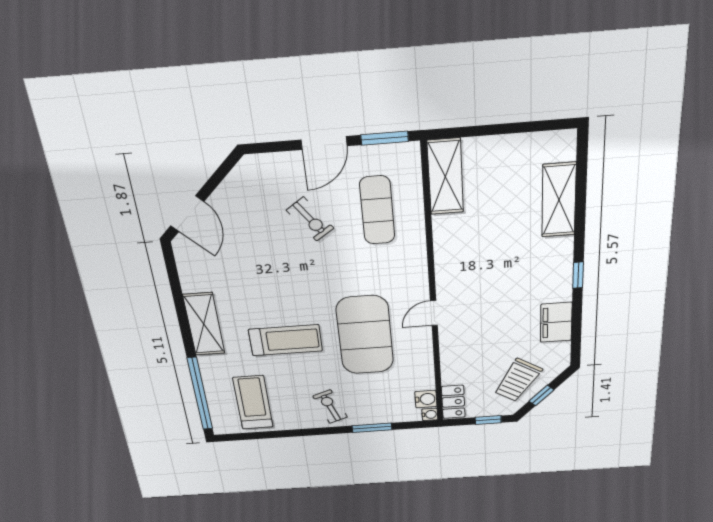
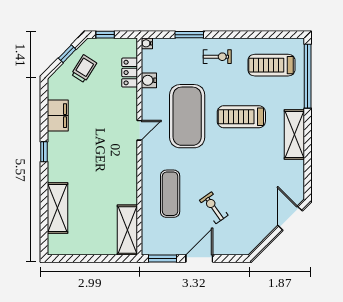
exercise mat: (377, 210) -> (170, 194), moved
trolley: (518, 380) -> (84, 69), width x0.73, depth x0.72
water cooler: (426, 399) -> (149, 80), moved
treadmill: (253, 402) -> (271, 65), turned 90
locker: (453, 402) -> (130, 73), moved
exercise bike: (330, 407) -> (217, 57), turned -70

